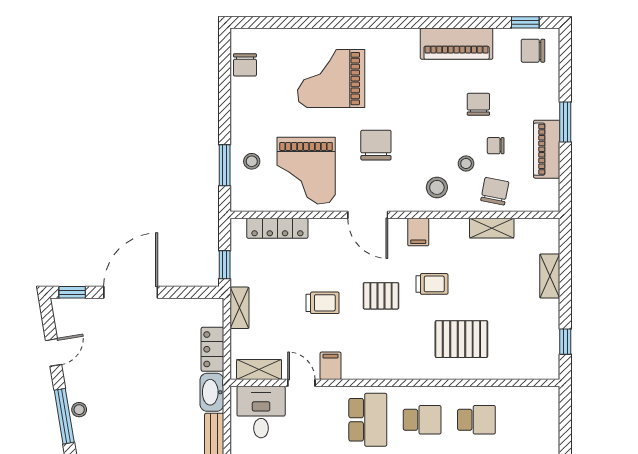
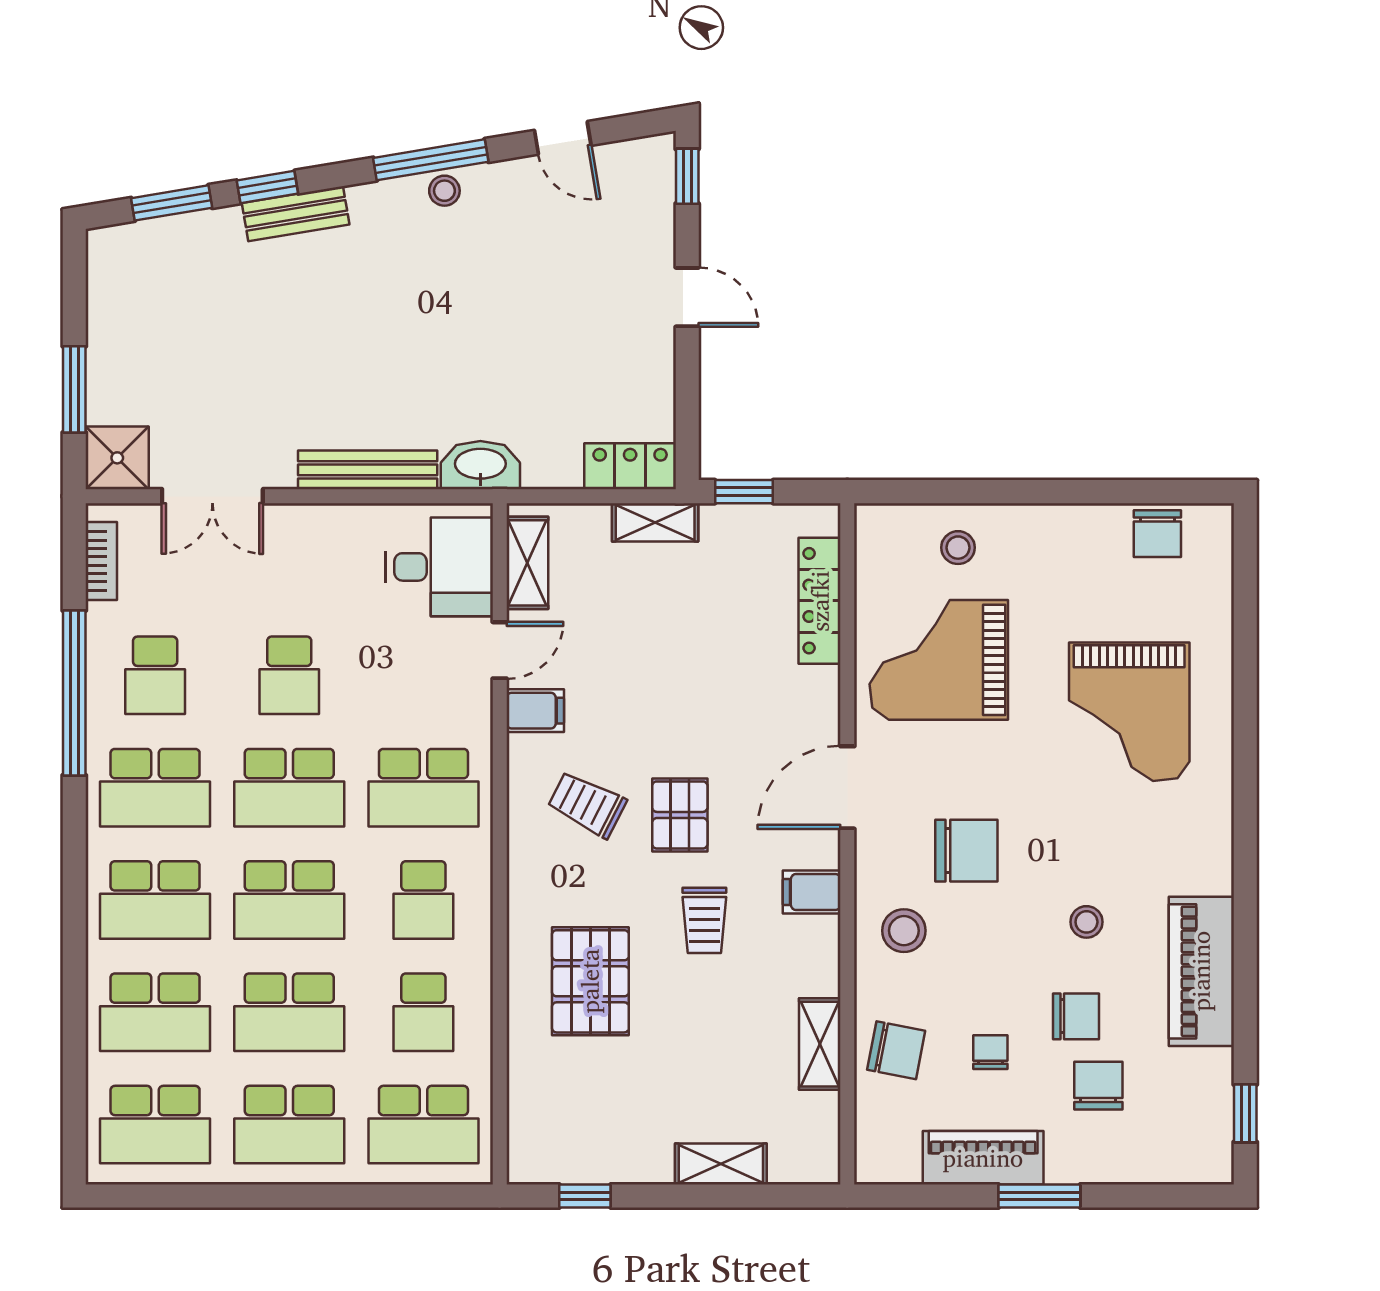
chair: (533, 51) -> (1098, 1086), moved
chair: (245, 65) -> (1157, 534), turned -90
grand piano: (331, 79) -> (1129, 712), turned 180
chair: (376, 145) -> (966, 851), moved
stool: (466, 164) -> (1086, 922), moved
window: (225, 165) -> (950, 492), removed
door: (131, 292) -> (687, 297), width x0.53
trolley: (323, 303) -> (587, 804), moved, turned 117
locker: (212, 349) -> (630, 466), moved
school desk: (531, 420) -> (423, 1125), added

